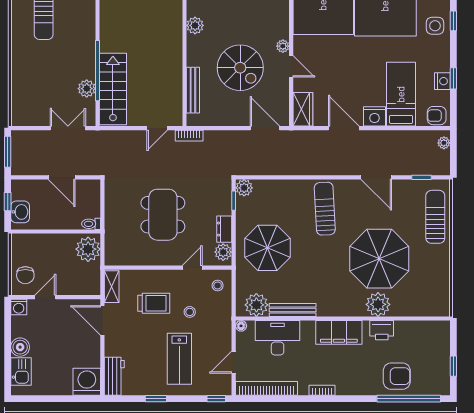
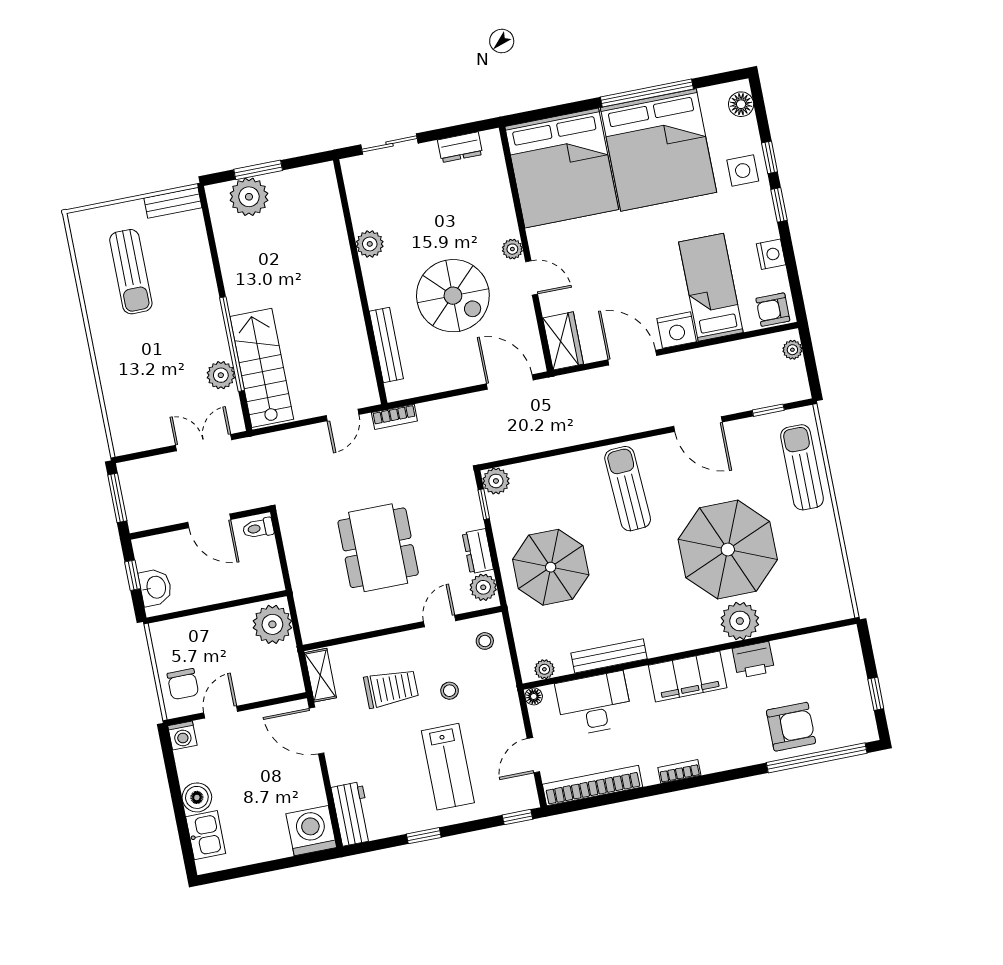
window: (453, 78) -> (779, 205), moved
toilet: (91, 224) -> (258, 528), moved
plant: (256, 305) -> (544, 669), width x0.53, depth x0.53

